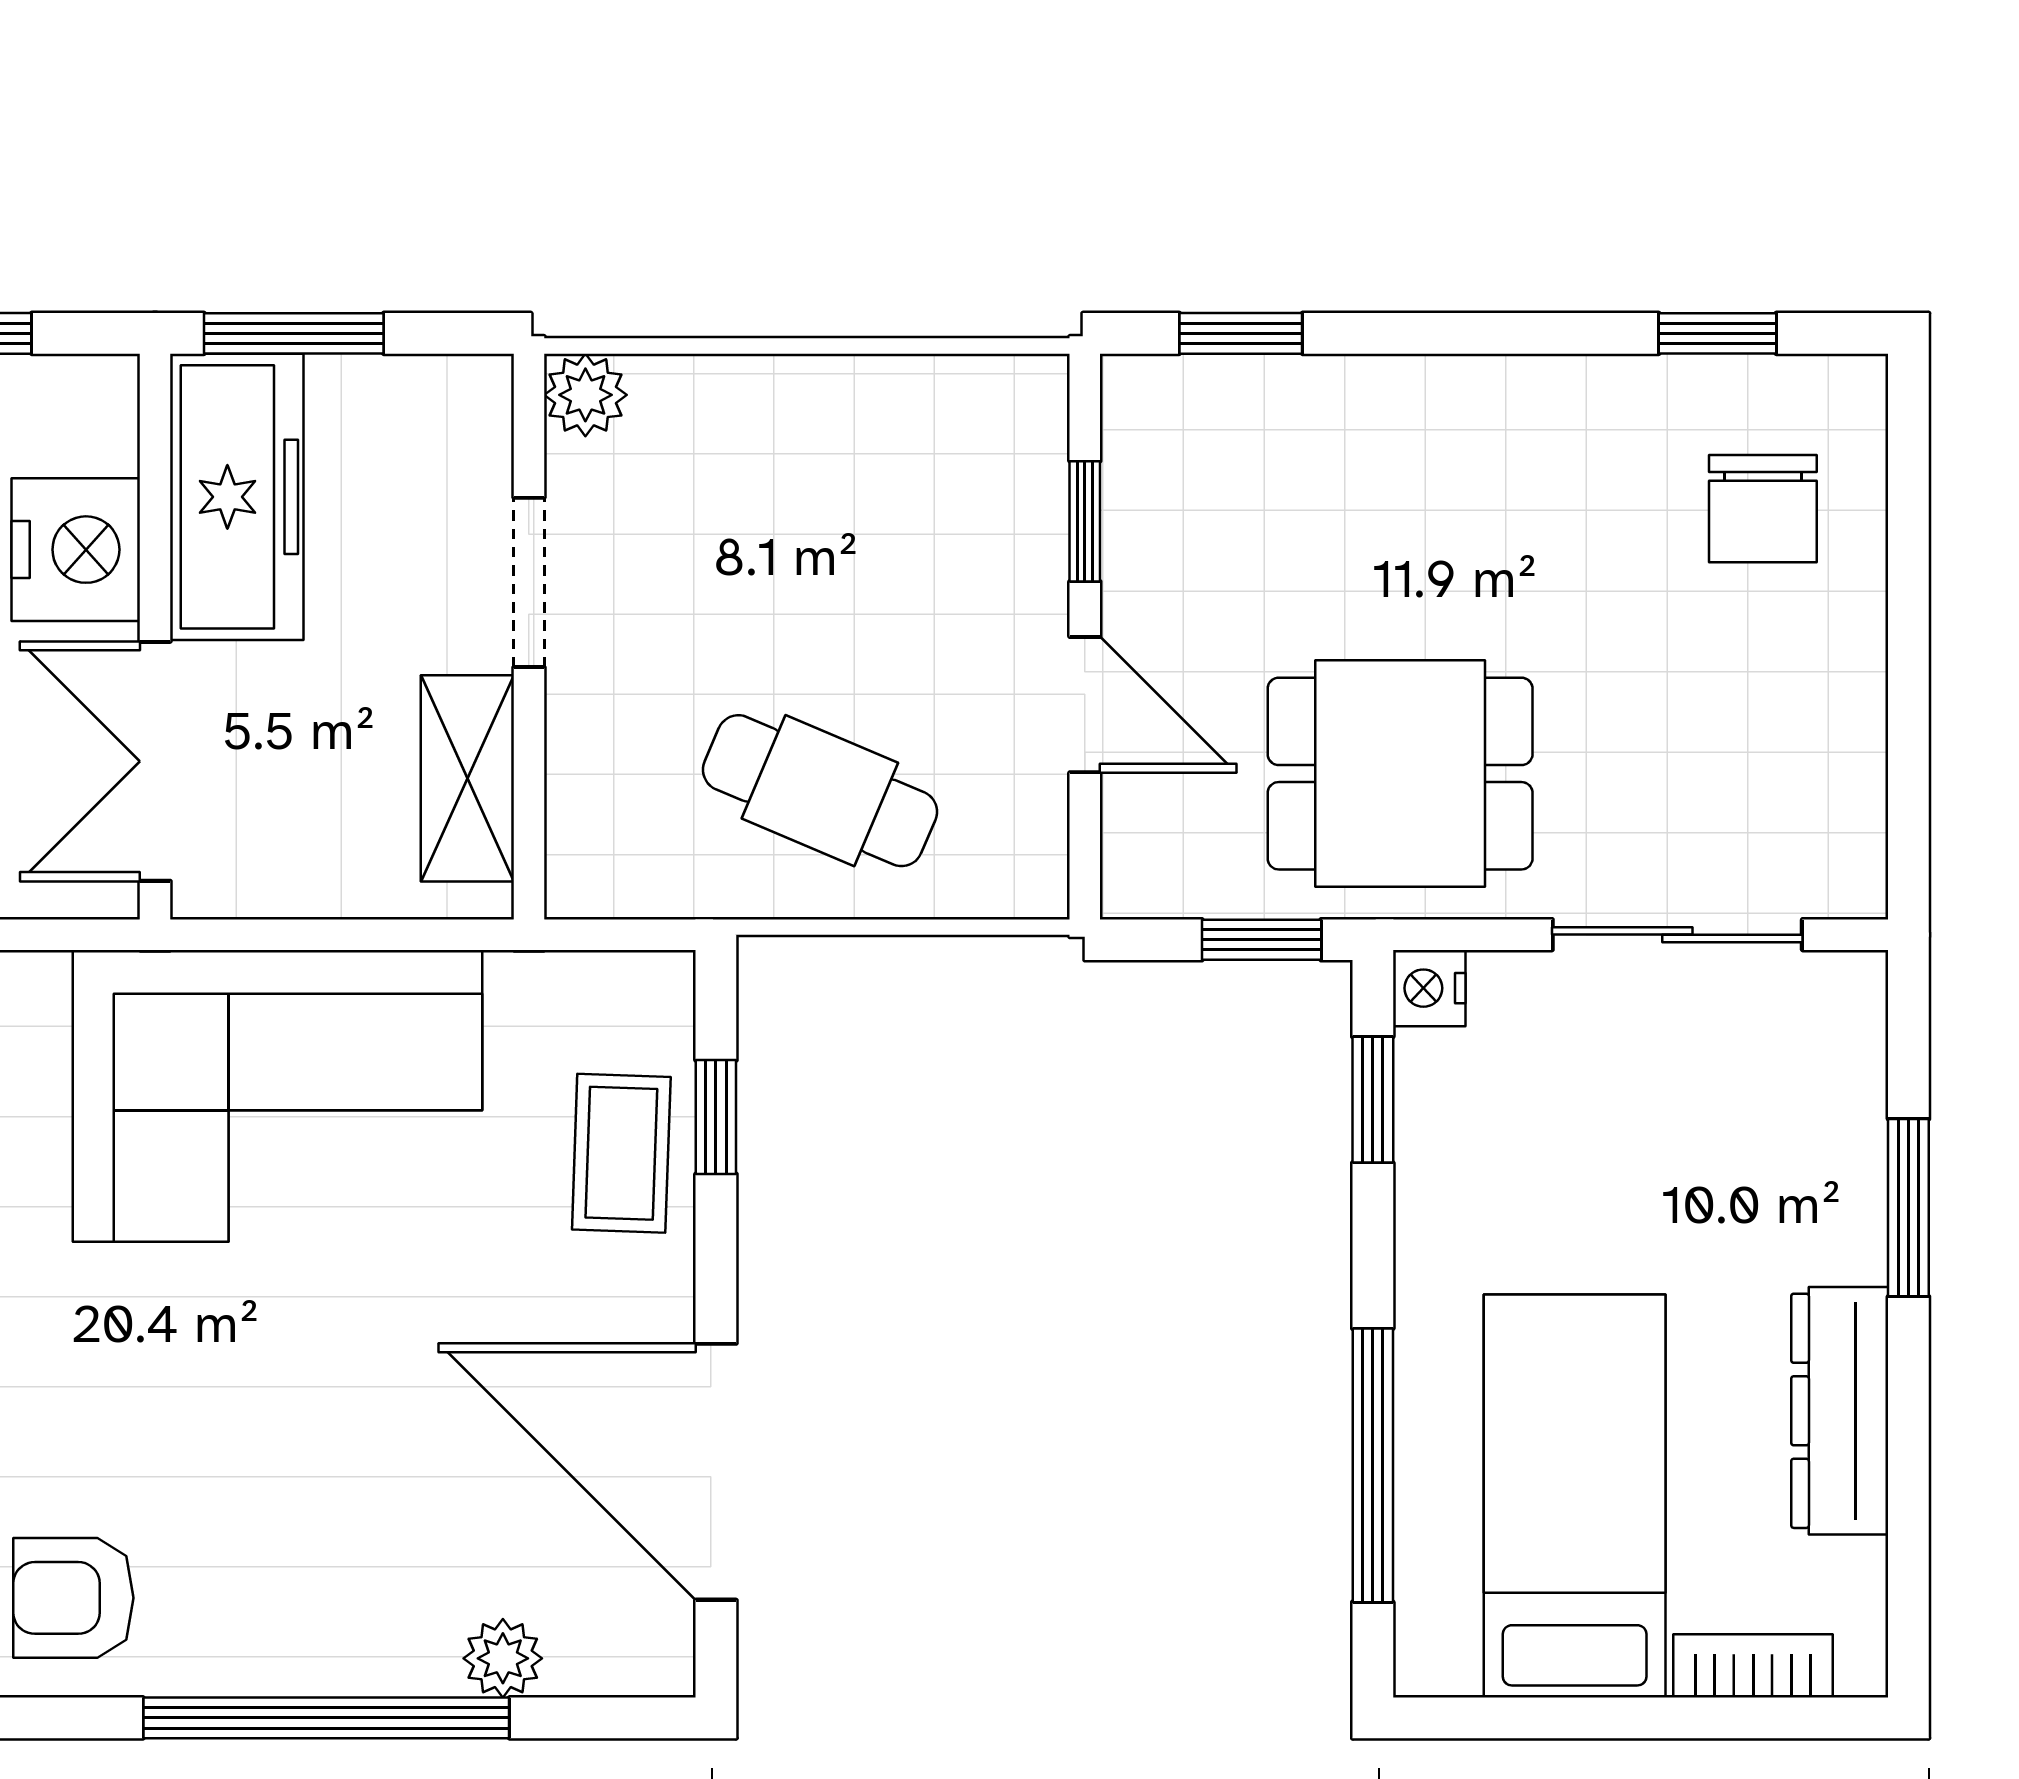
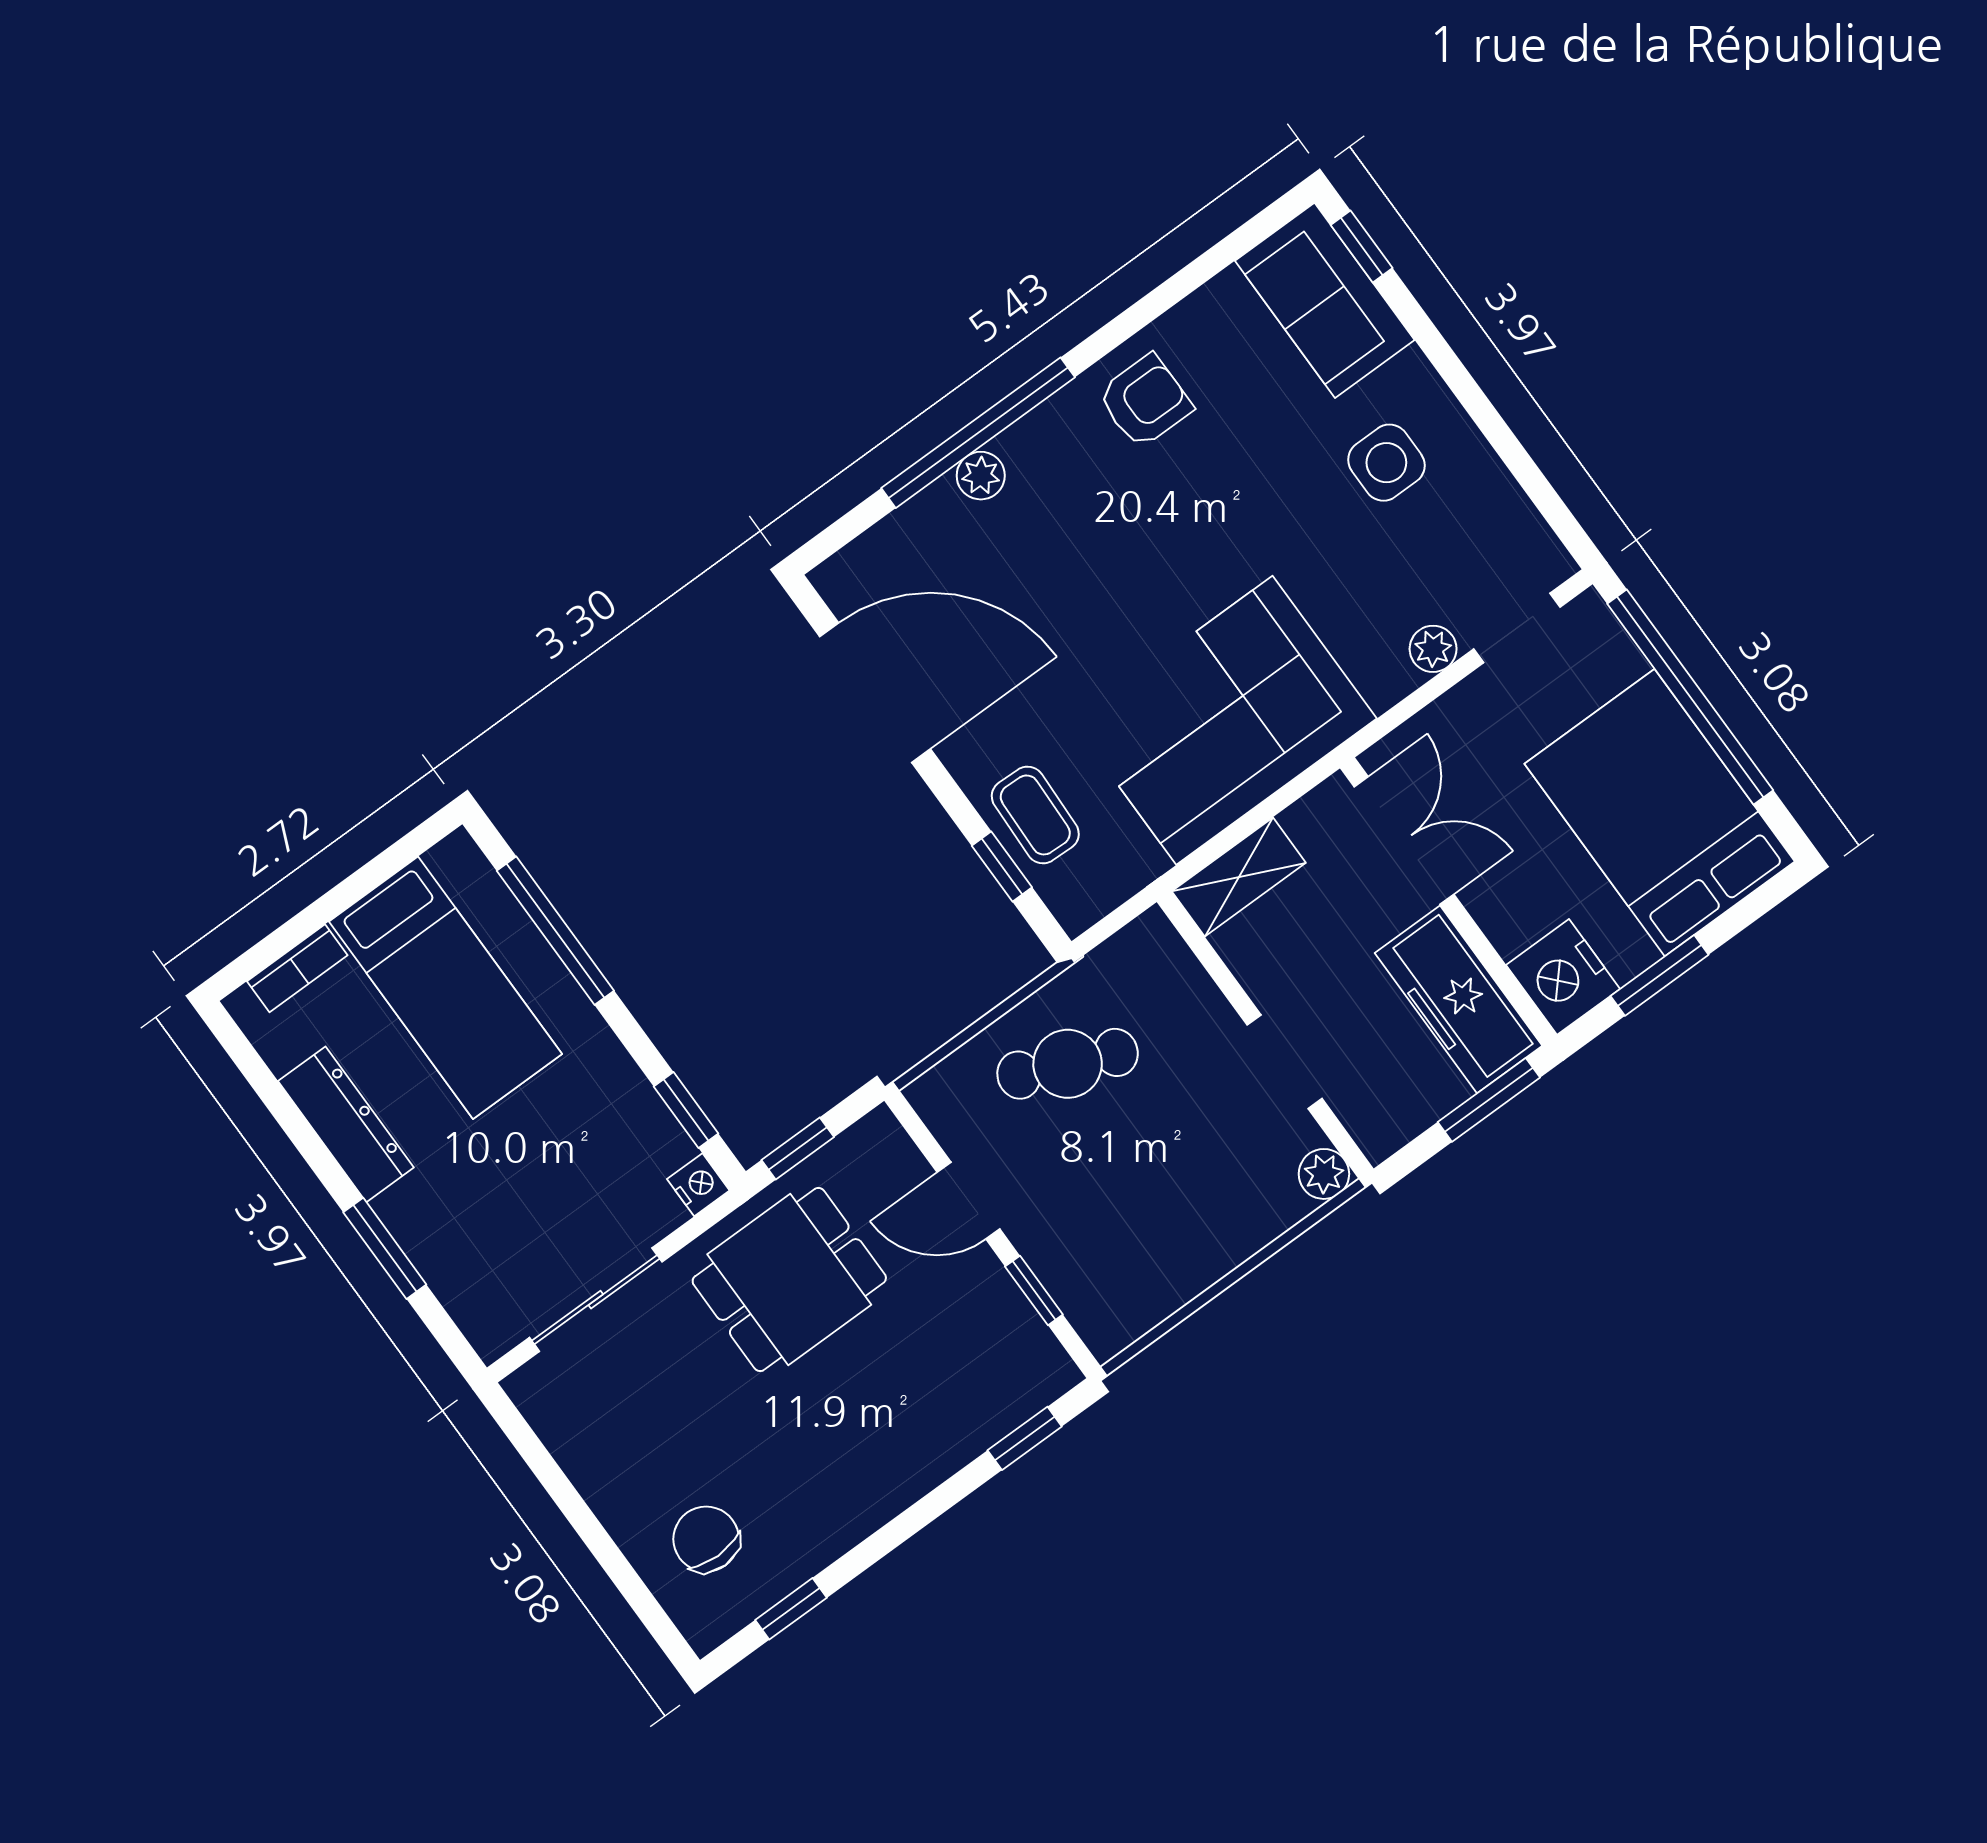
nightstand: (76, 550) -> (1563, 977), moved
shelving: (467, 778) -> (1239, 877), moved, turned 90
plant: (503, 1658) -> (981, 476), moved

